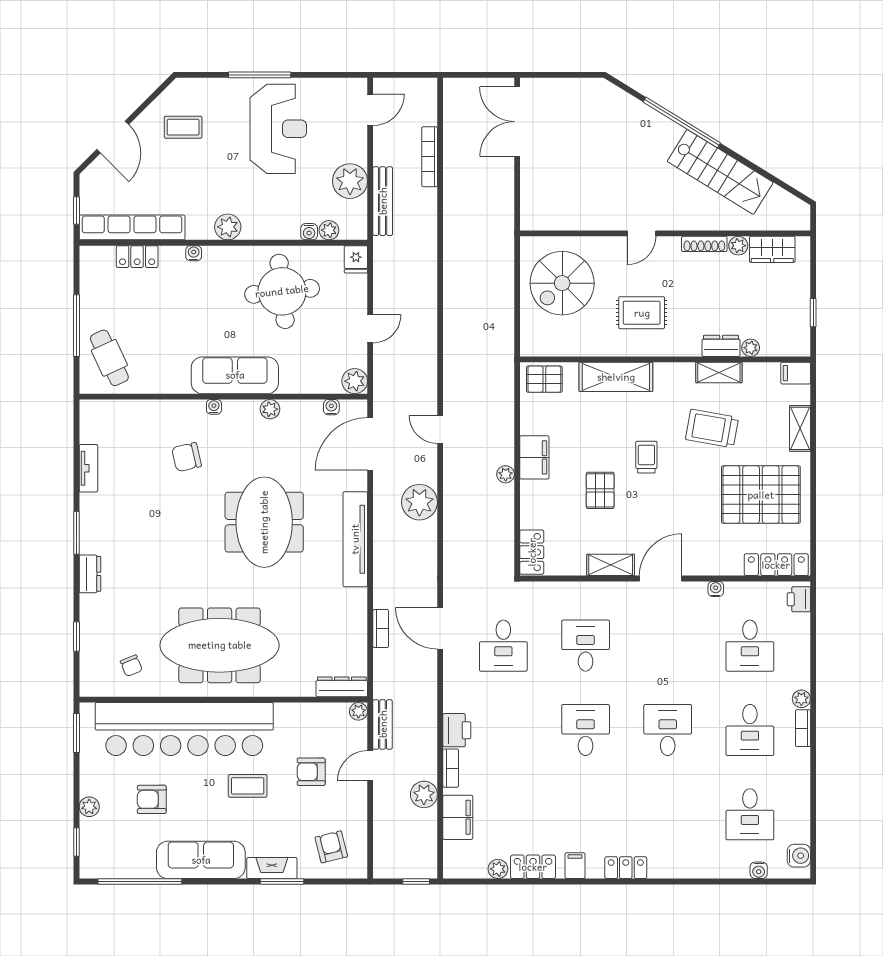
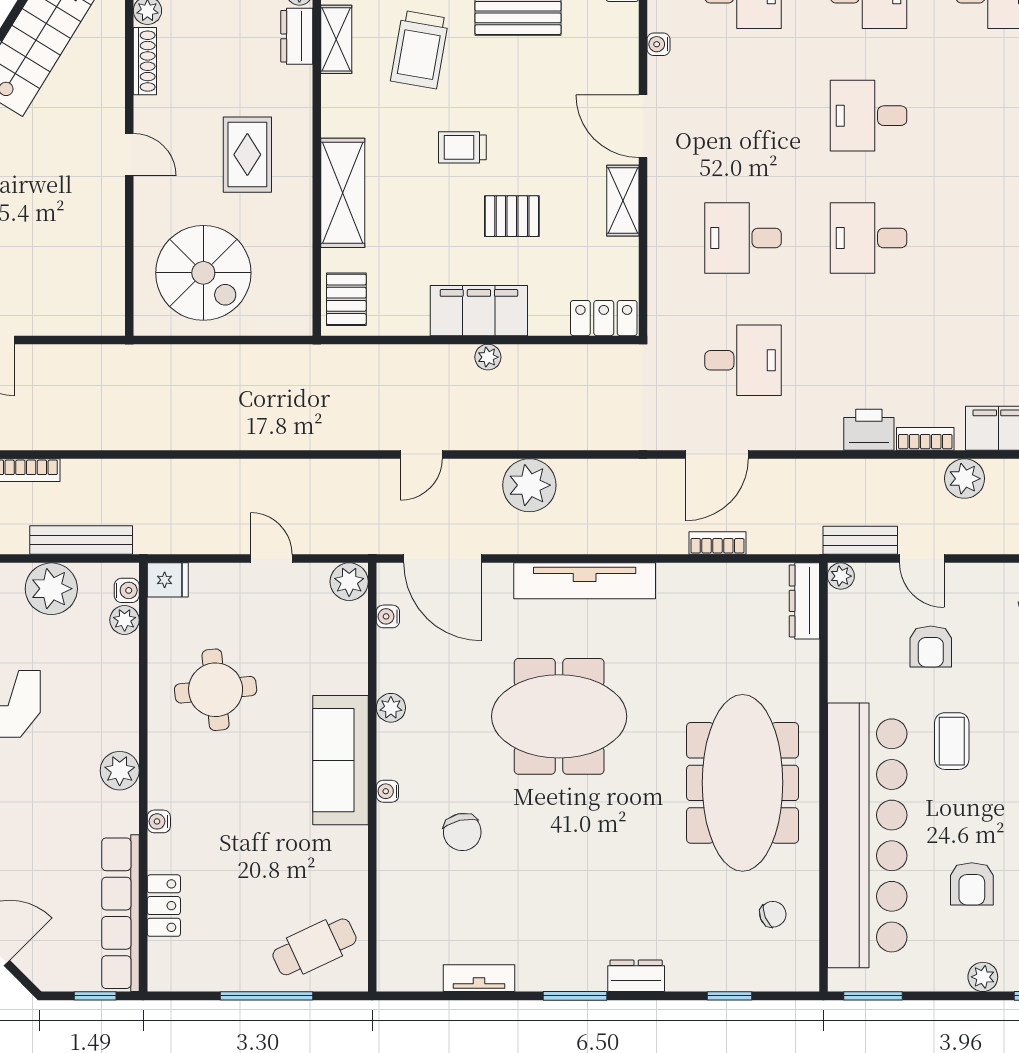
water cooler: (309, 232) -> (127, 590), moved
round table: (282, 291) -> (216, 690), width x0.73, depth x0.73
filing cabinet: (534, 457) -> (479, 311), width x1.50, depth x1.17

